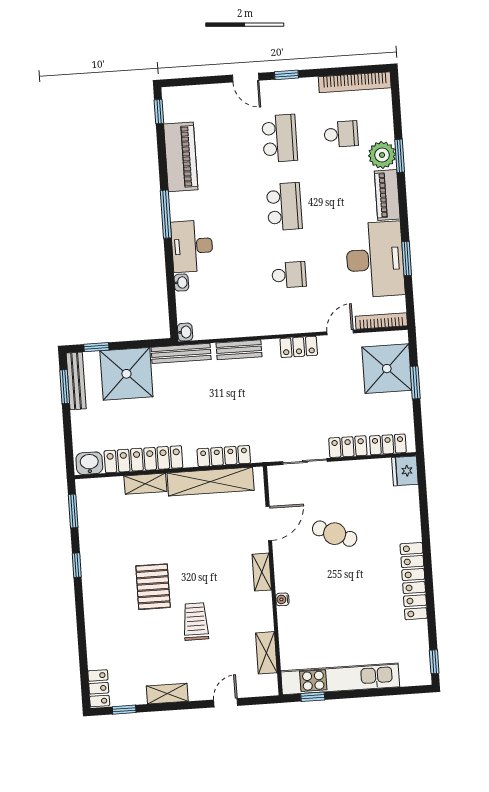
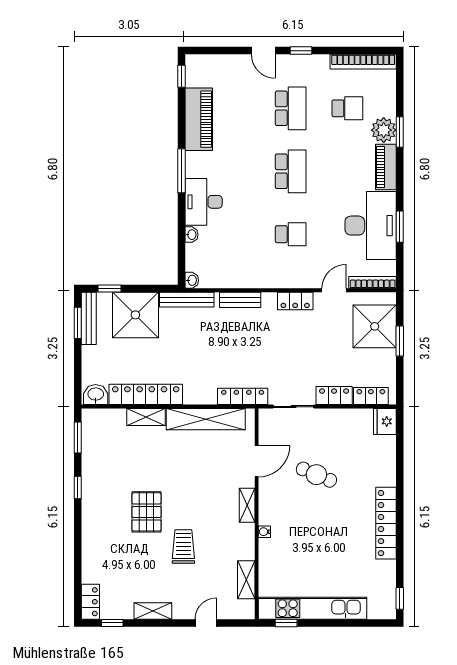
locker: (224, 456) -> (243, 396), moved

